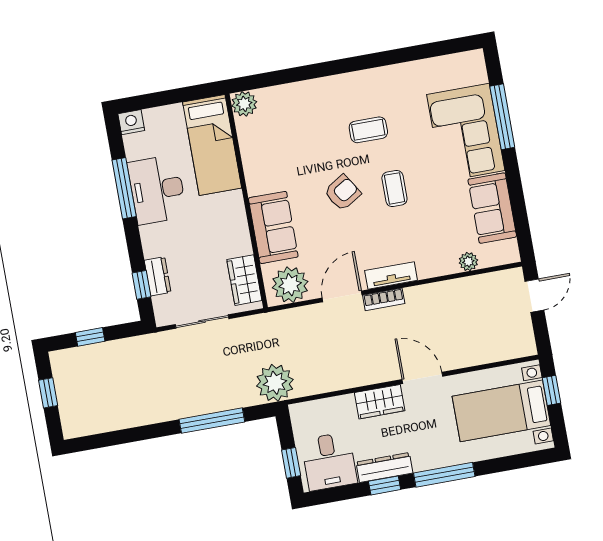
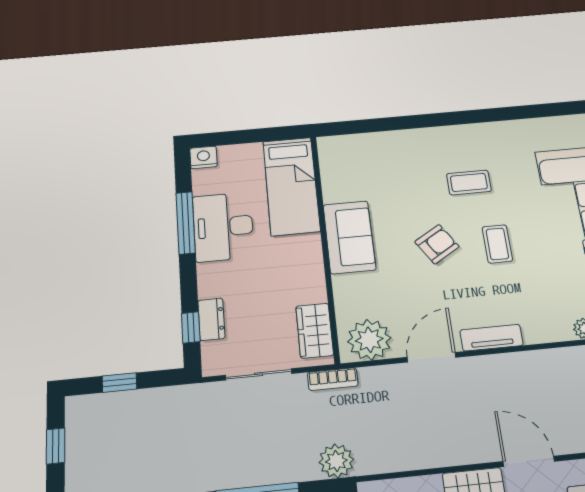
plant: (244, 104) -> (331, 148), removed
sofa: (273, 227) -> (349, 237), moved
bookcase: (384, 299) -> (333, 379), moved
plant: (275, 383) -> (336, 461), width x0.73, depth x0.73

